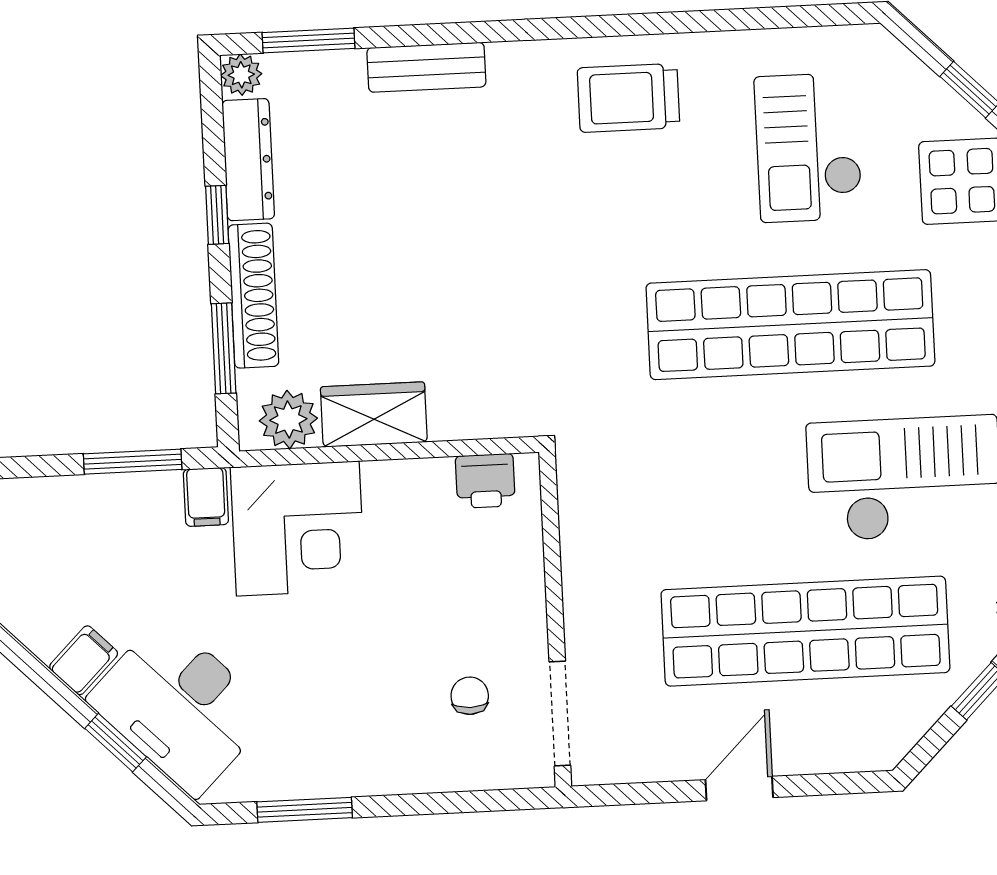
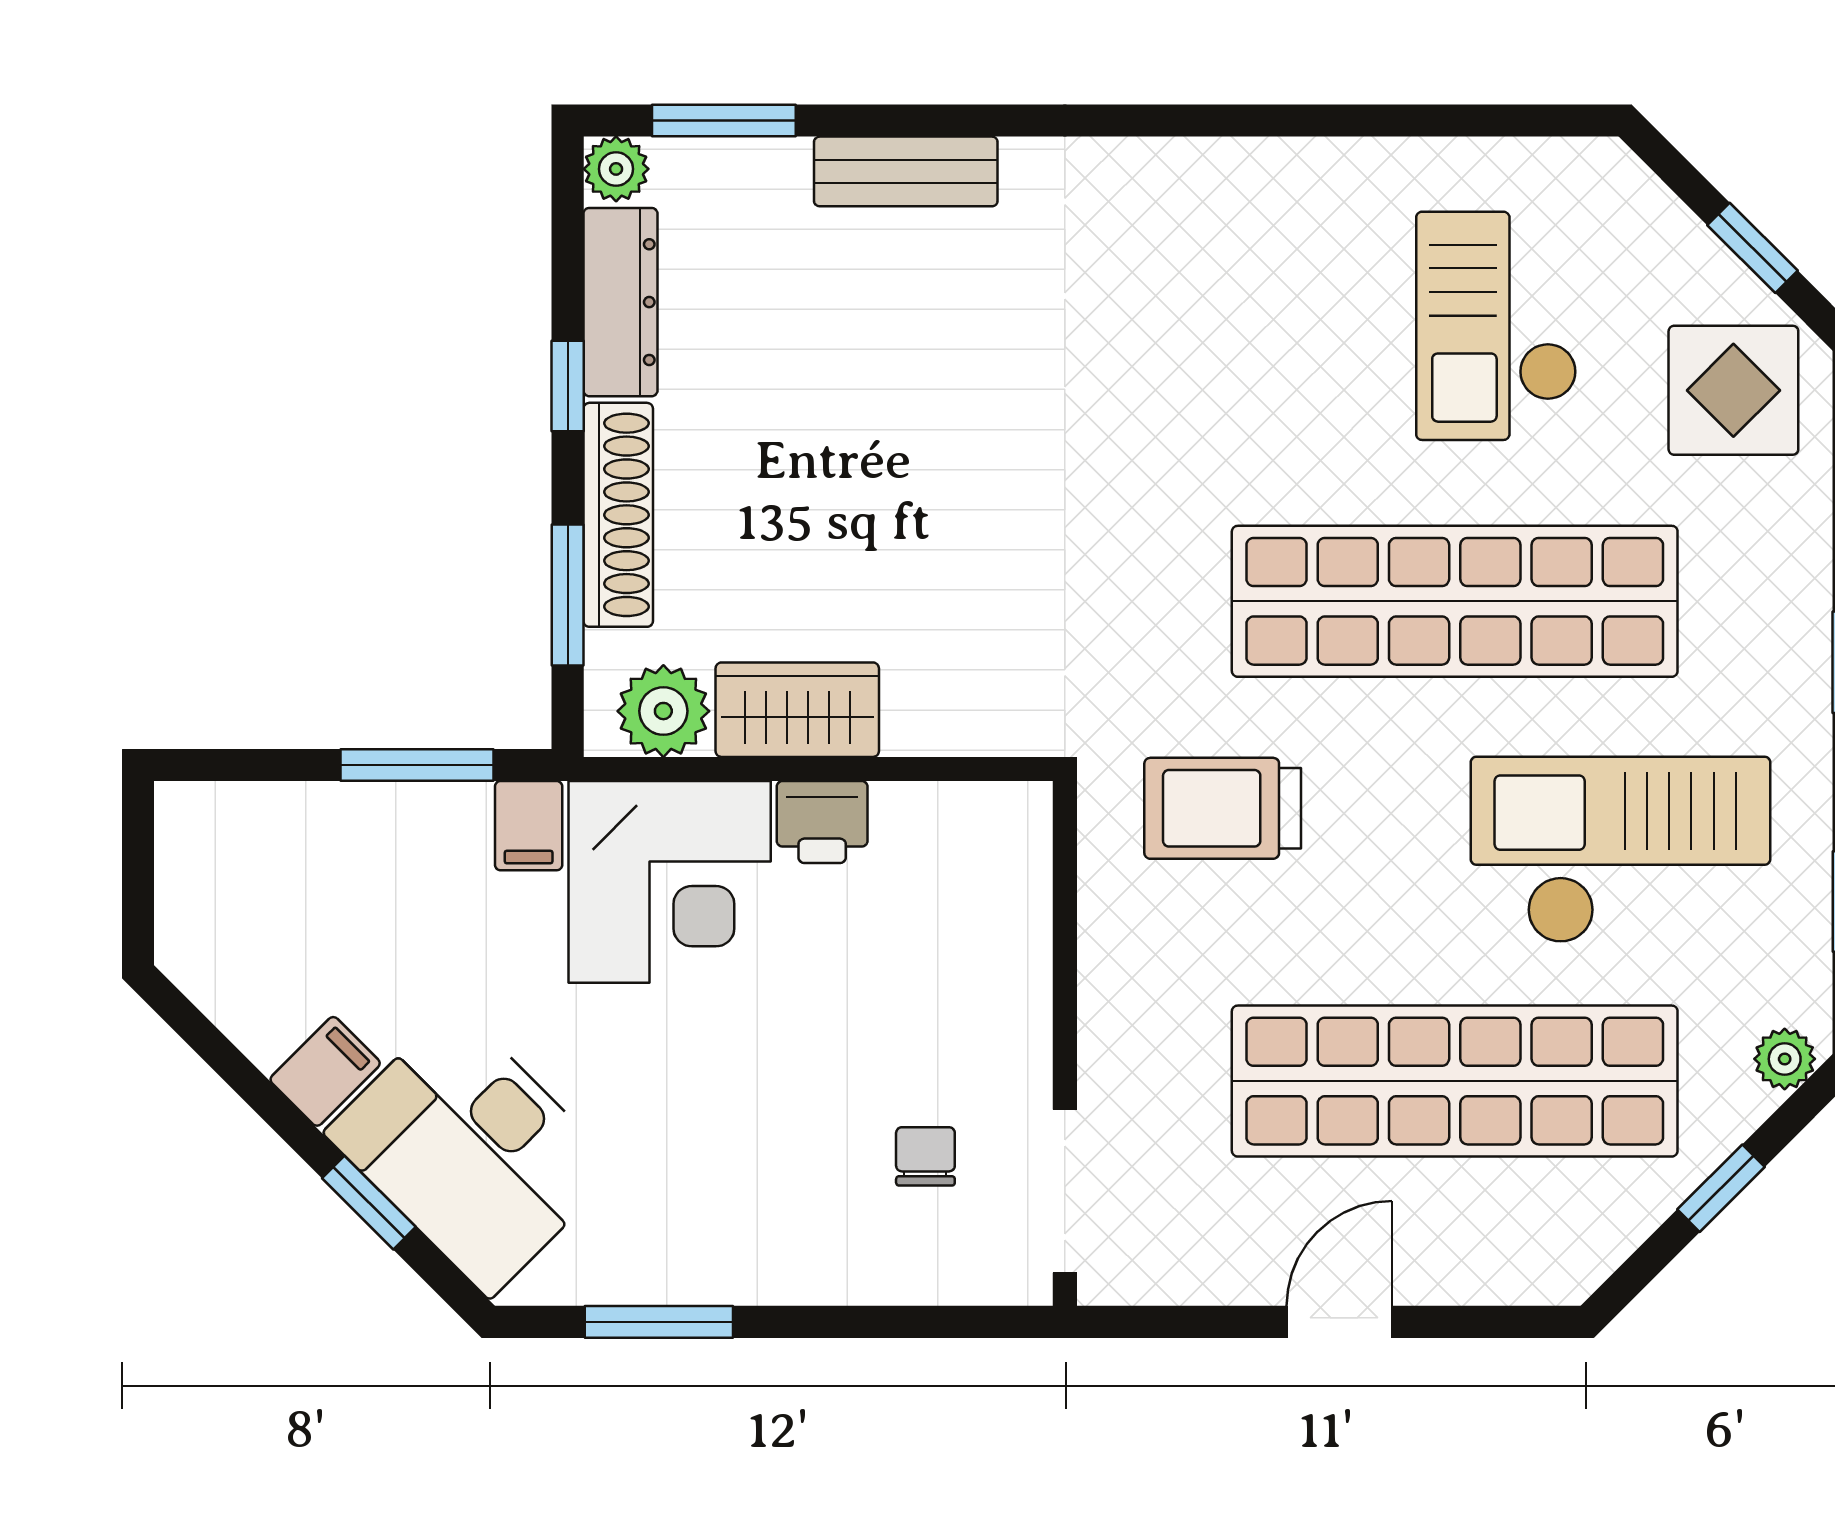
trolley: (629, 98) -> (1223, 808), moved
printer: (485, 481) -> (822, 822), moved

